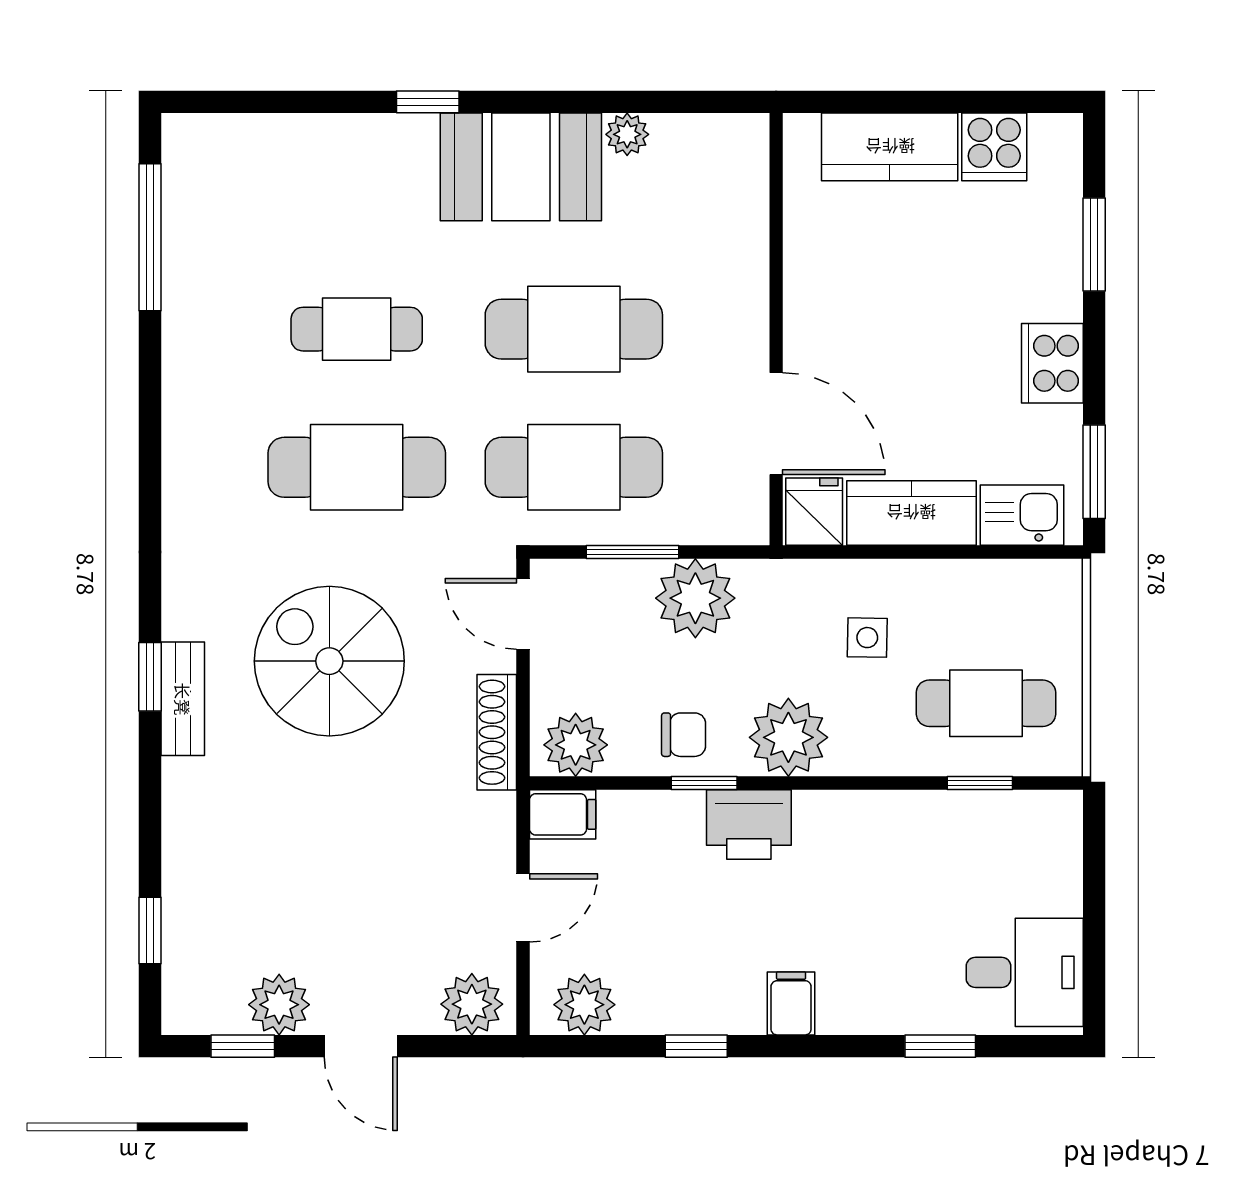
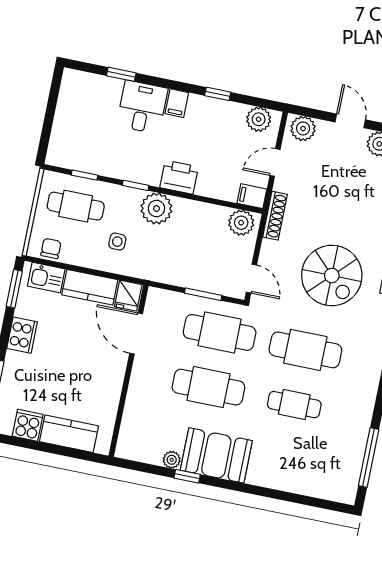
window: (428, 102) -> (187, 476), moved
plant: (695, 598) -> (182, 271), removed
shoe rack: (497, 732) -> (275, 216), moved
chair: (684, 735) -> (51, 248), moved, turned 90
window: (704, 783) -> (136, 185), moved
desk: (1025, 972) -> (142, 107), moved, turned 90

